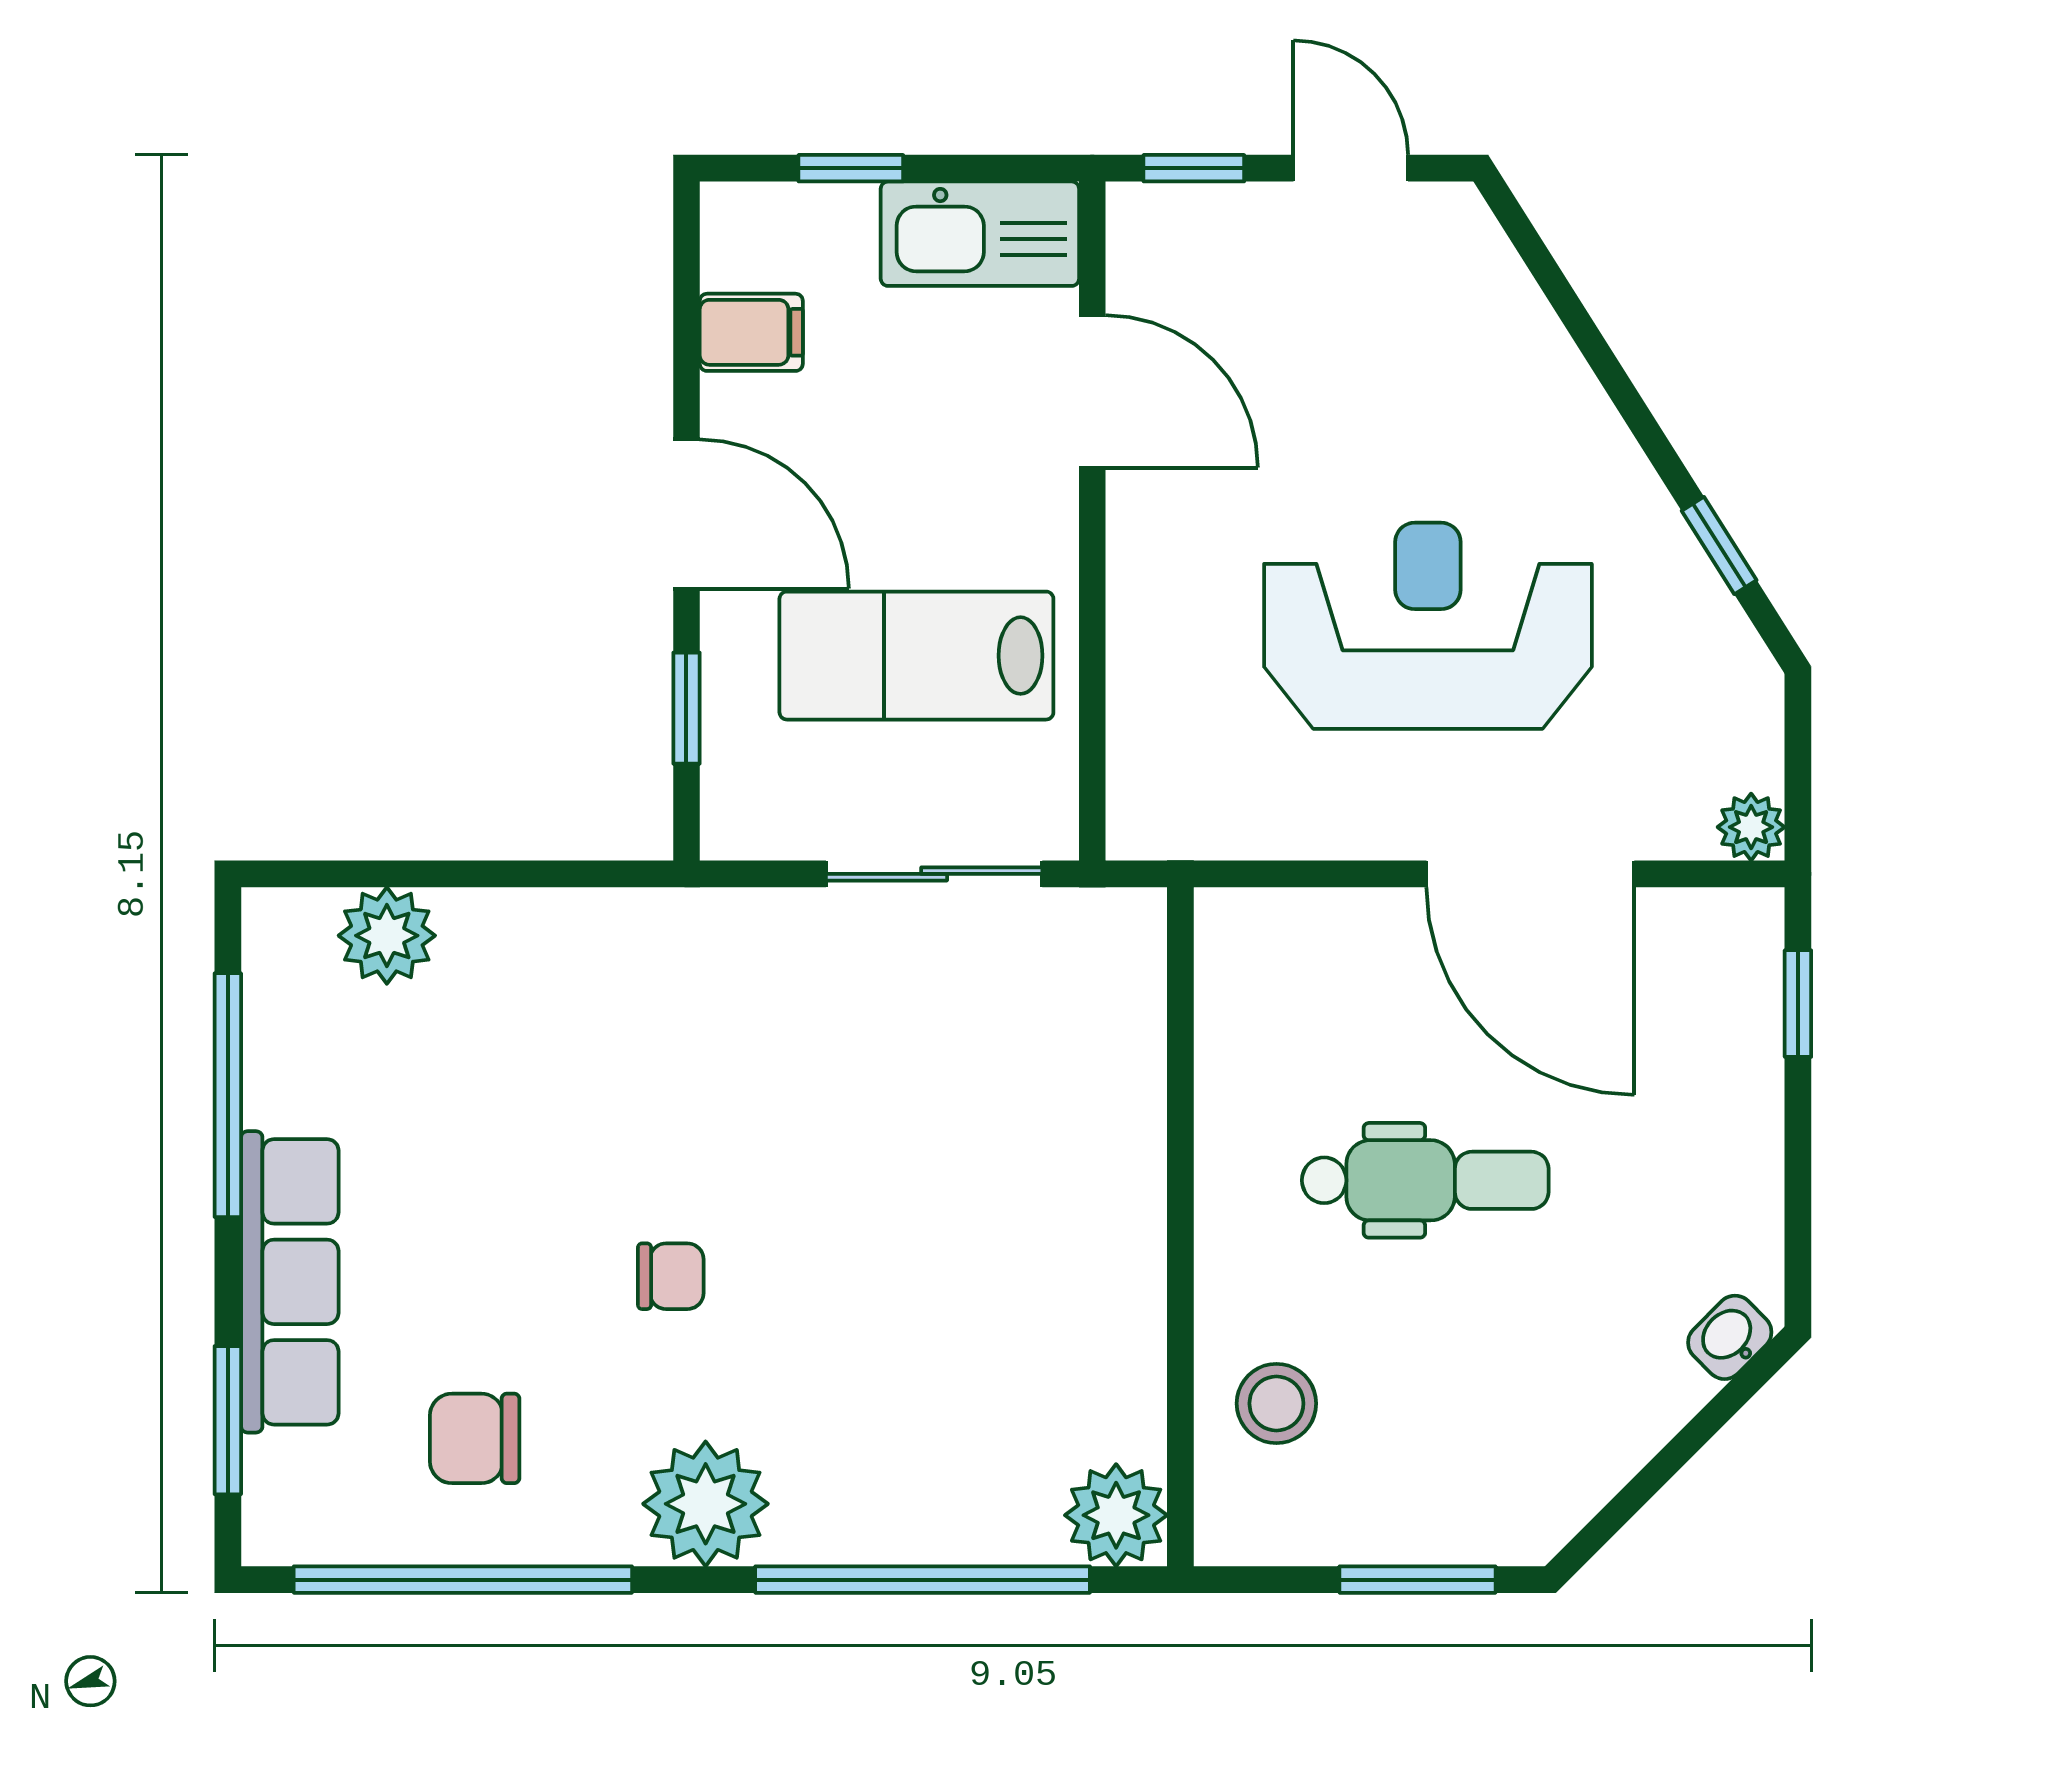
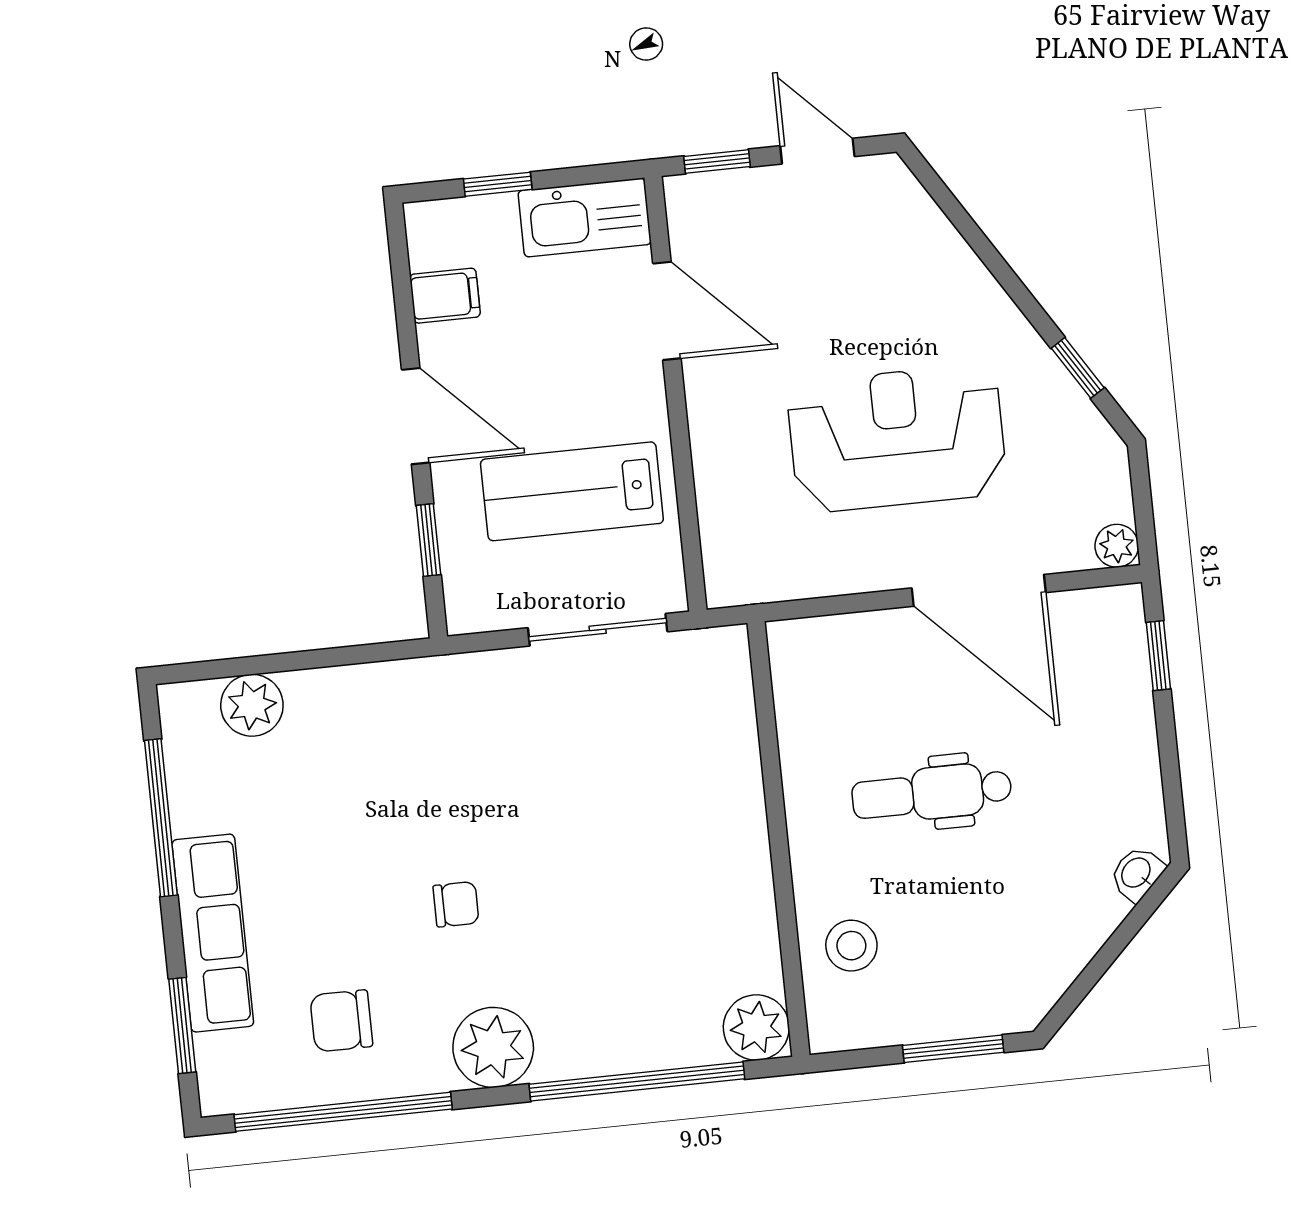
dental chair: (1425, 1180) -> (932, 793), turned 180

